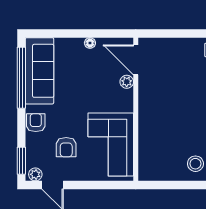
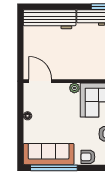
door: (136, 60) -> (40, 81), swing flipped
plant: (127, 82) -> (74, 88), moved

